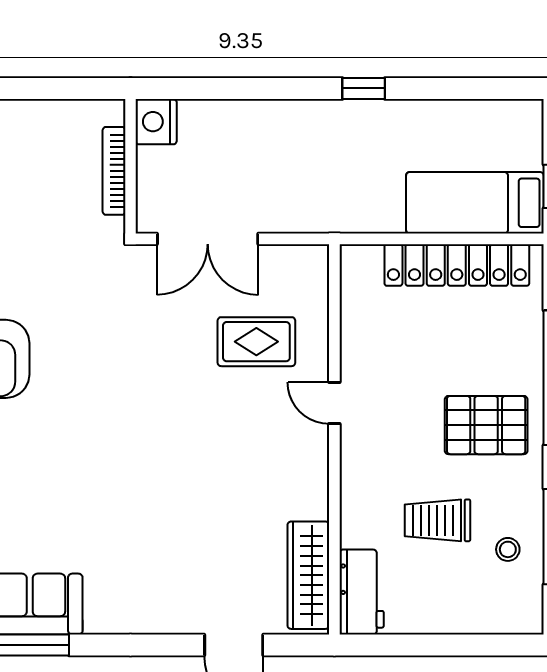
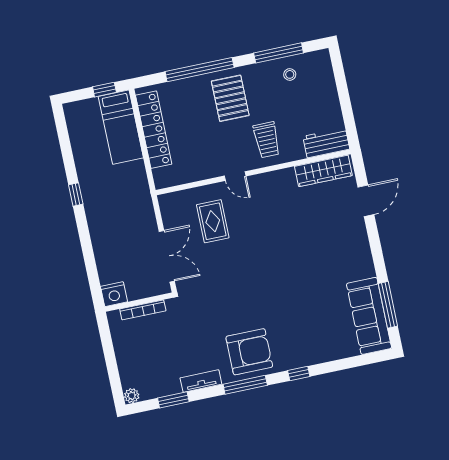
door: (334, 403) -> (235, 176), hinge flipped
trolley: (437, 520) -> (267, 140), moved

